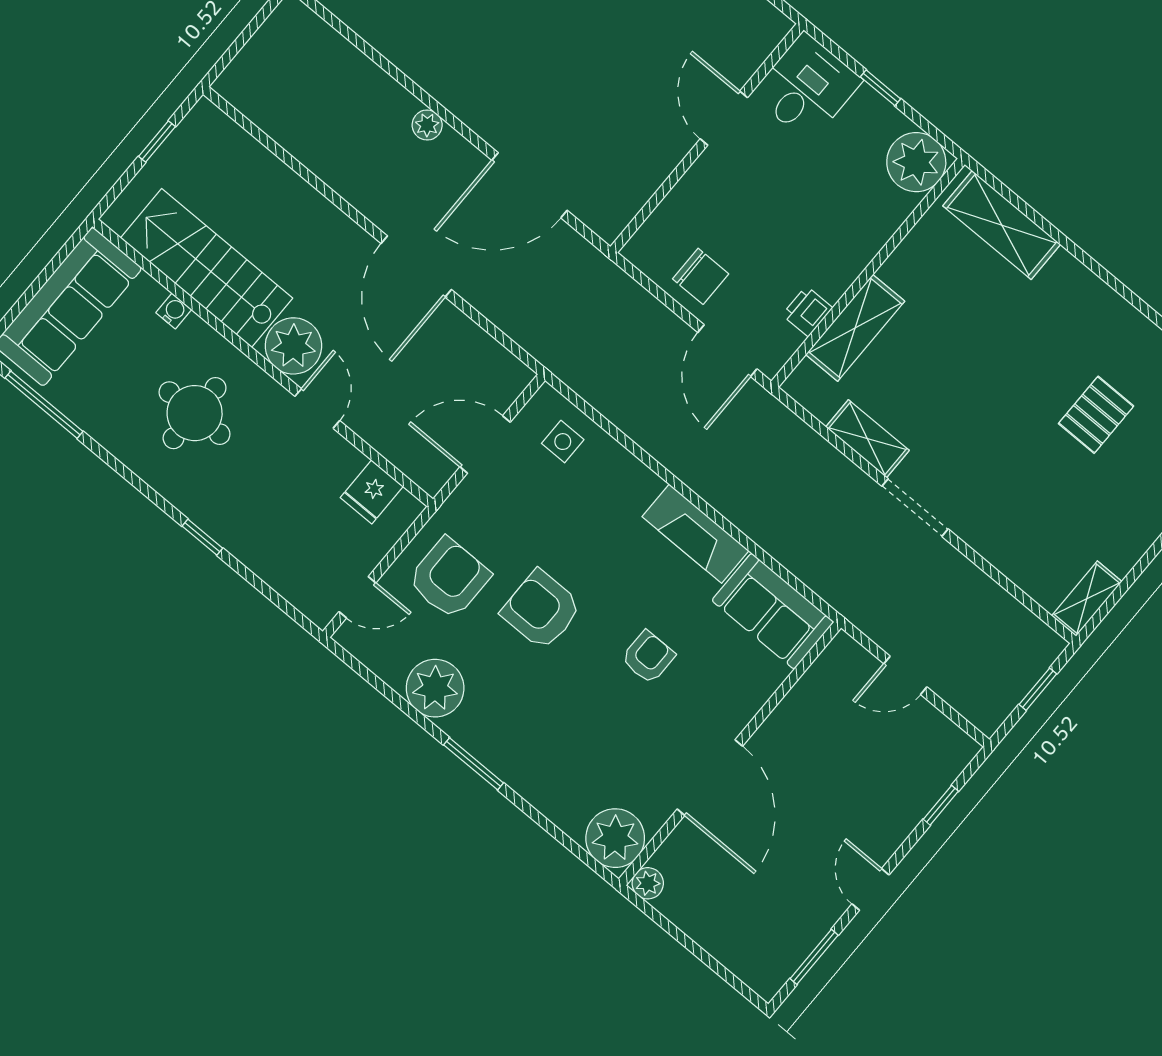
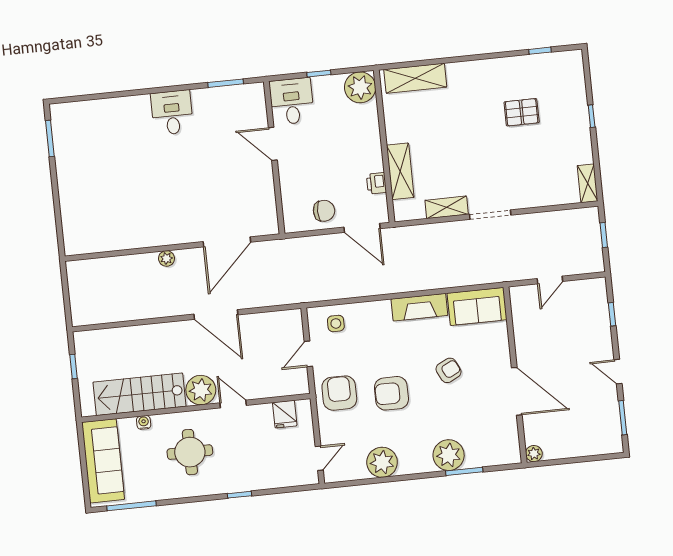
pallet: (1096, 415) -> (522, 112), turned 90
door: (485, 445) -> (308, 354), width x0.73
armchair: (449, 578) -> (339, 393), moved
armchair: (648, 657) -> (449, 370), turned 64
window: (474, 764) -> (464, 471), moved
plant: (615, 838) -> (449, 455), moved

